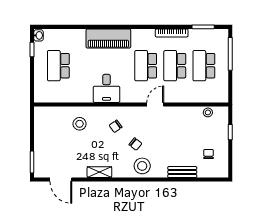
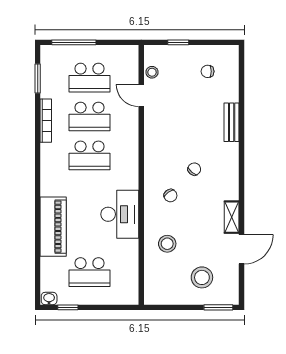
piano: (108, 38) -> (53, 227), moved
desk: (106, 88) -> (120, 214), width x1.37
door: (155, 104) -> (141, 96), moved
stool: (142, 166) -> (202, 277), moved
bench: (182, 172) -> (232, 122), moved
door: (61, 179) -> (242, 249), moved

